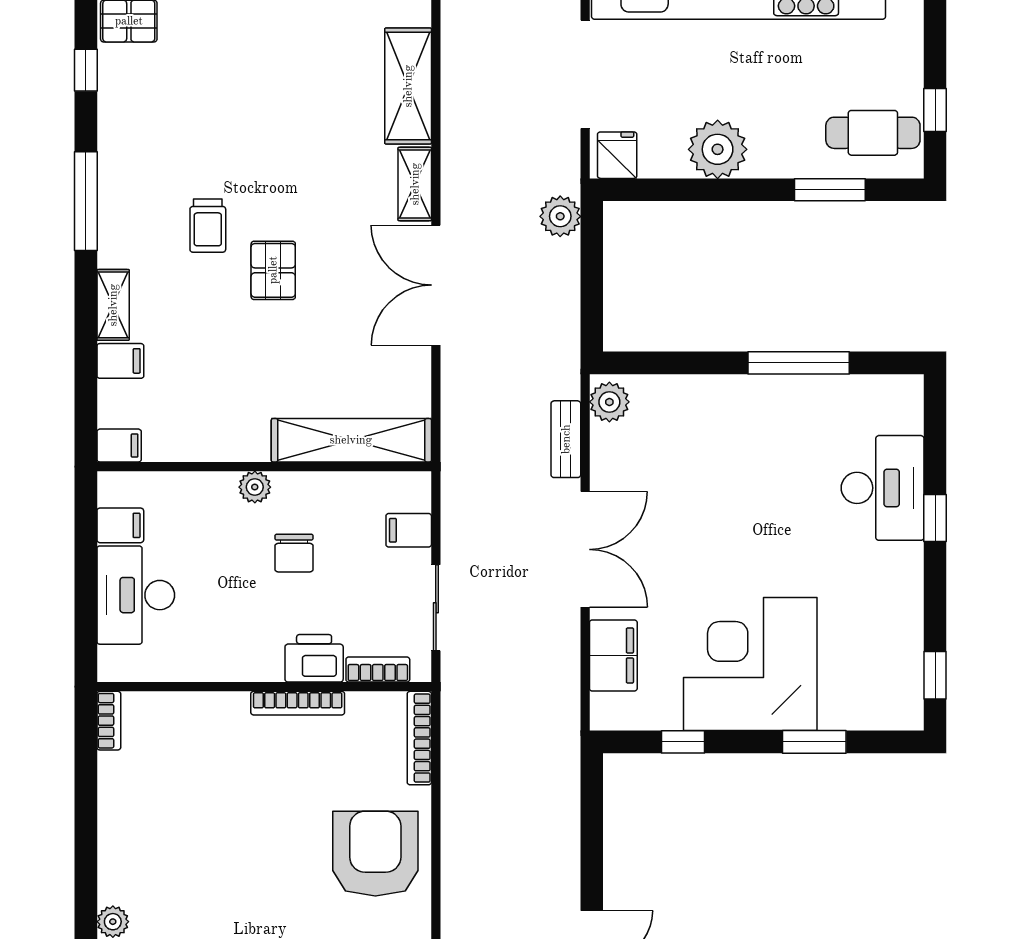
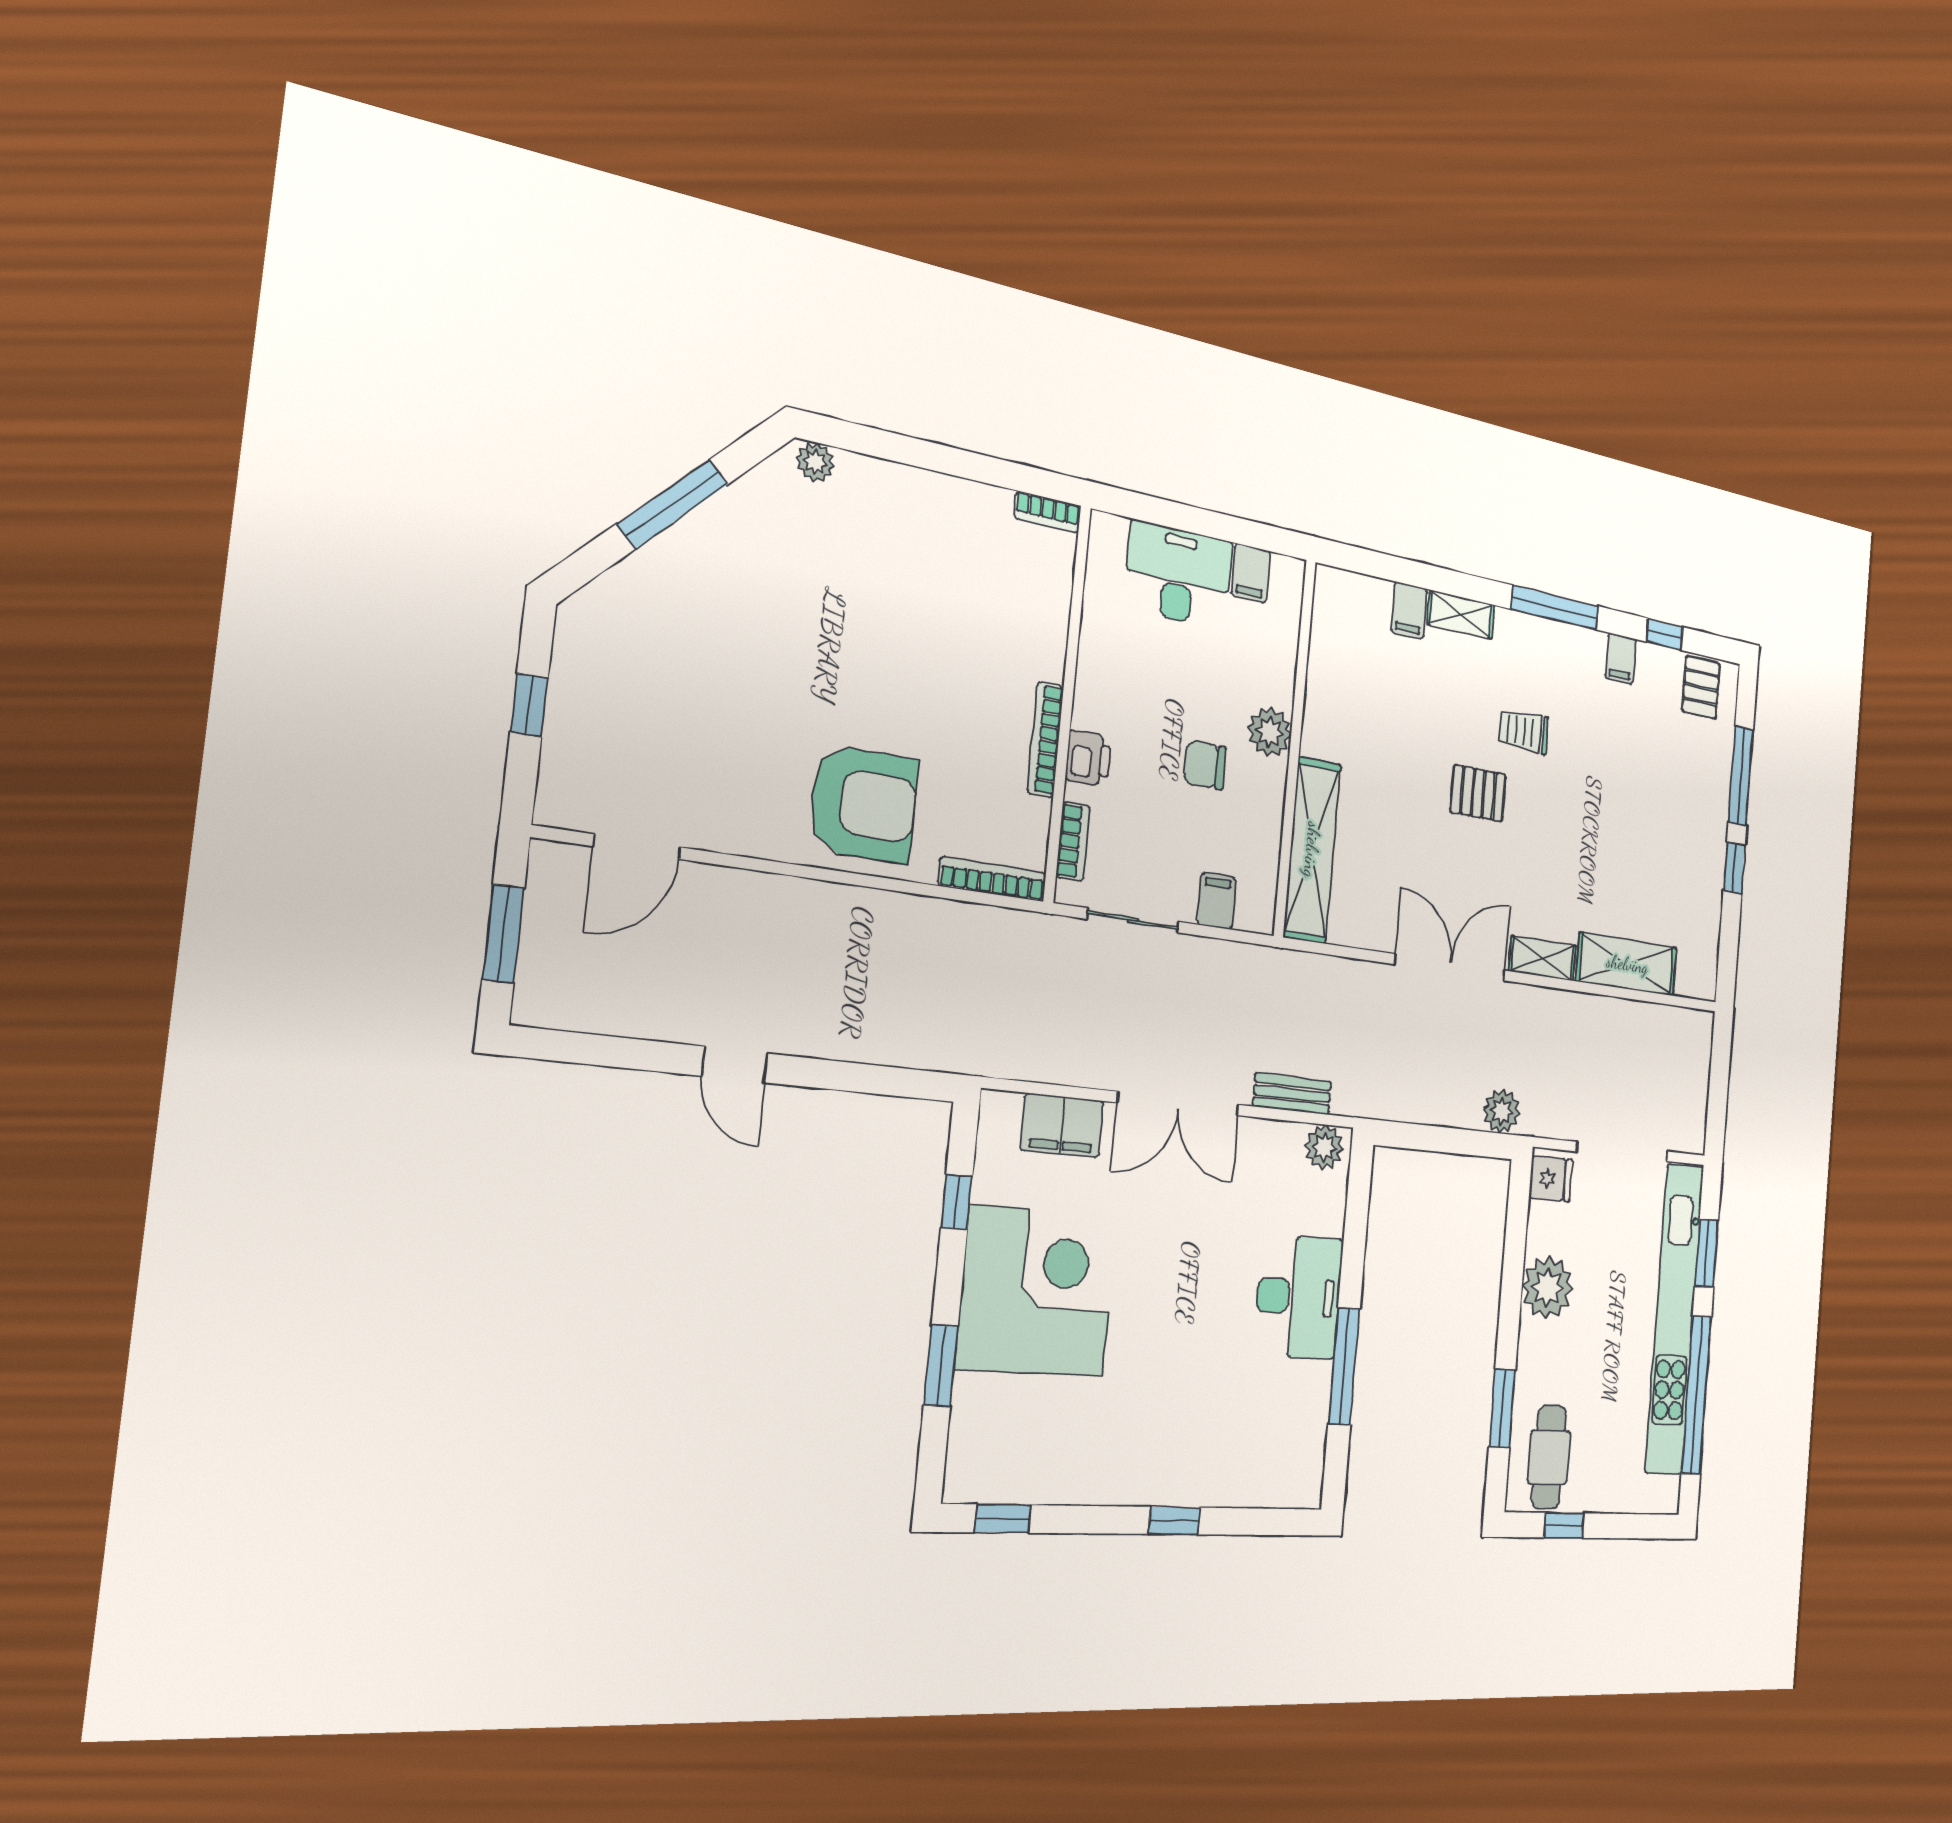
filing cabinet: (119, 446) -> (1621, 659), moved
plant: (255, 487) -> (1270, 732), width x1.38, depth x1.38
desk: (883, 488) -> (1299, 1297), moved, turned -90
printer: (314, 658) -> (1088, 758), width x0.73, depth x0.81

